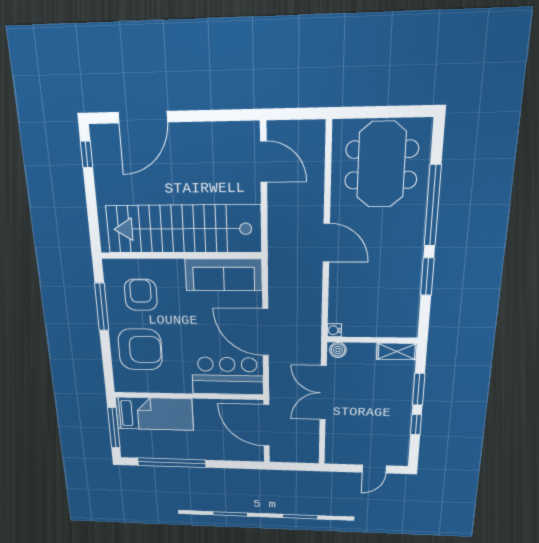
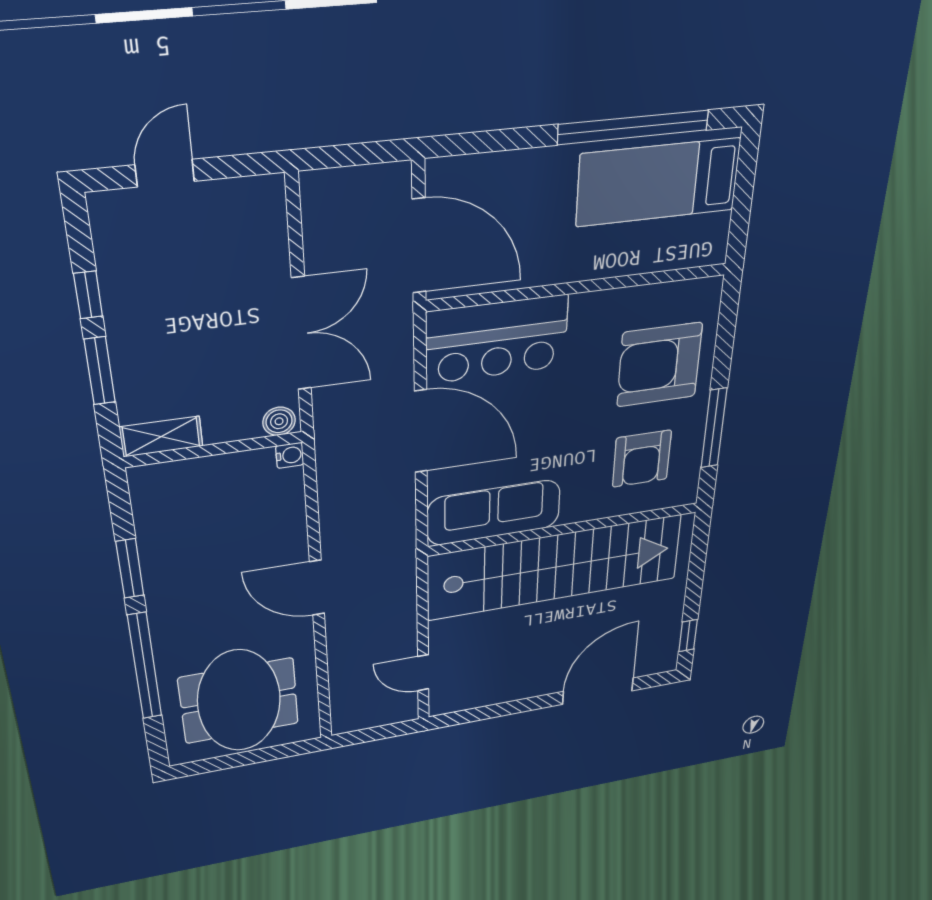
door: (264, 162) -> (423, 673), width x0.73
bed: (154, 414) -> (658, 182), moved
window: (114, 428) -> (743, 195), removed

